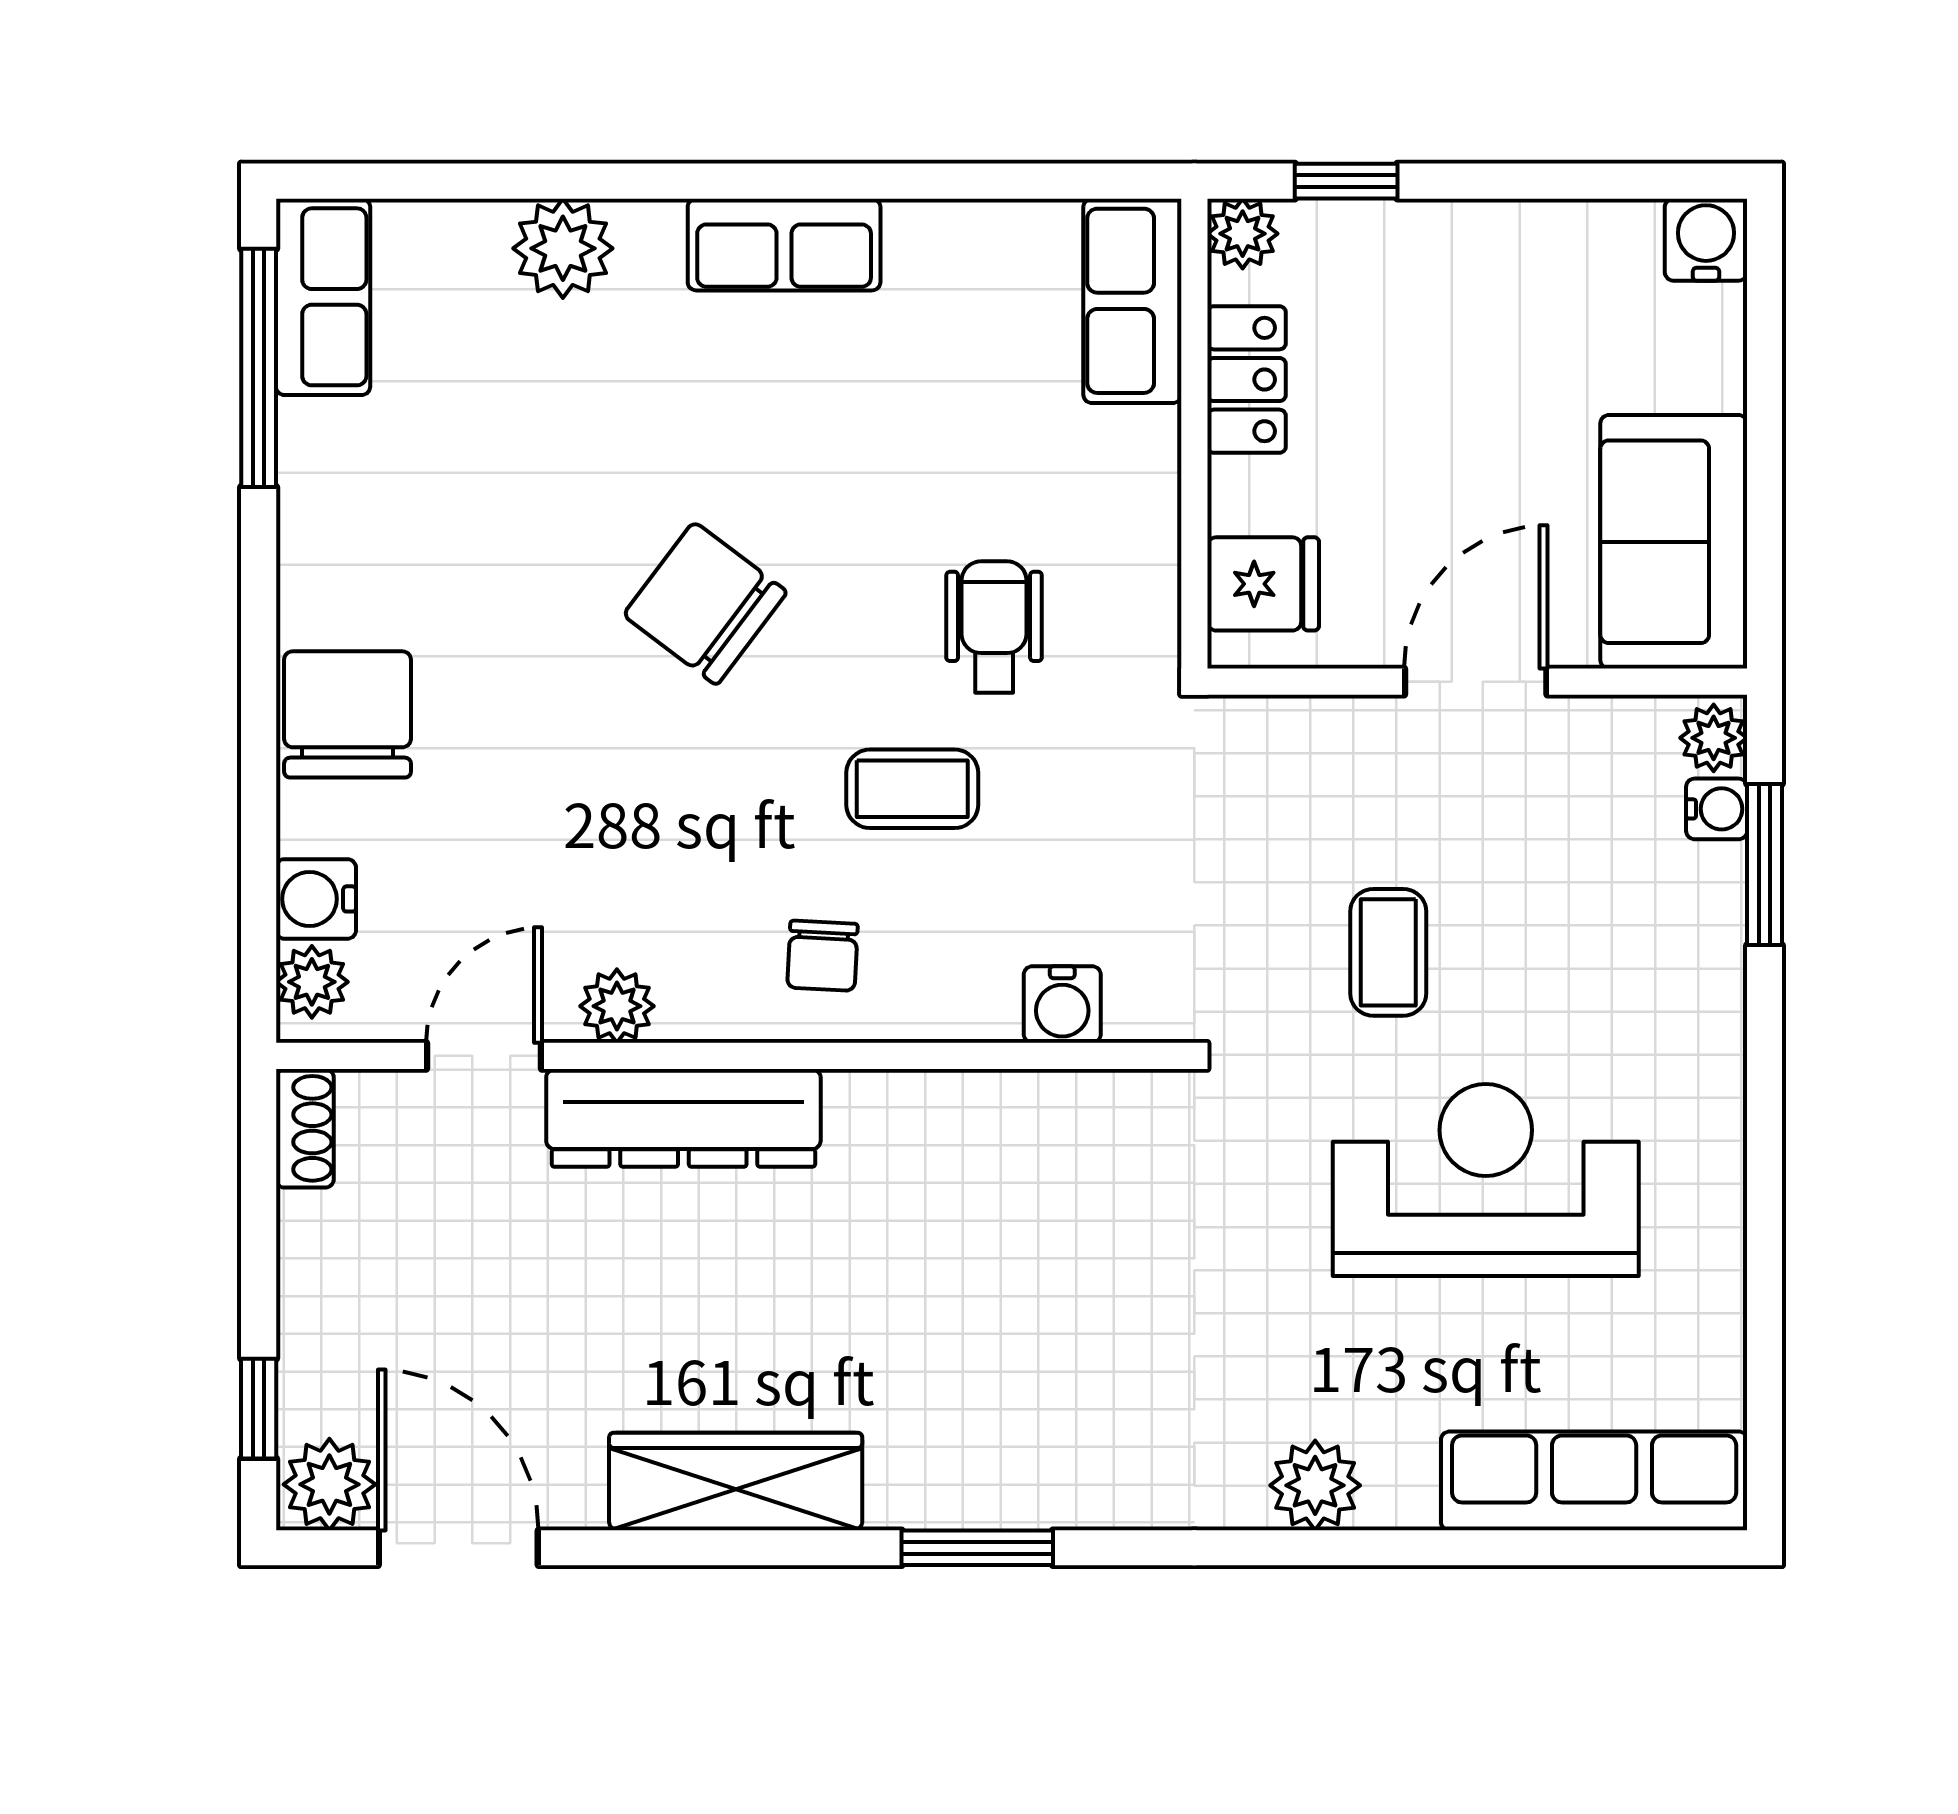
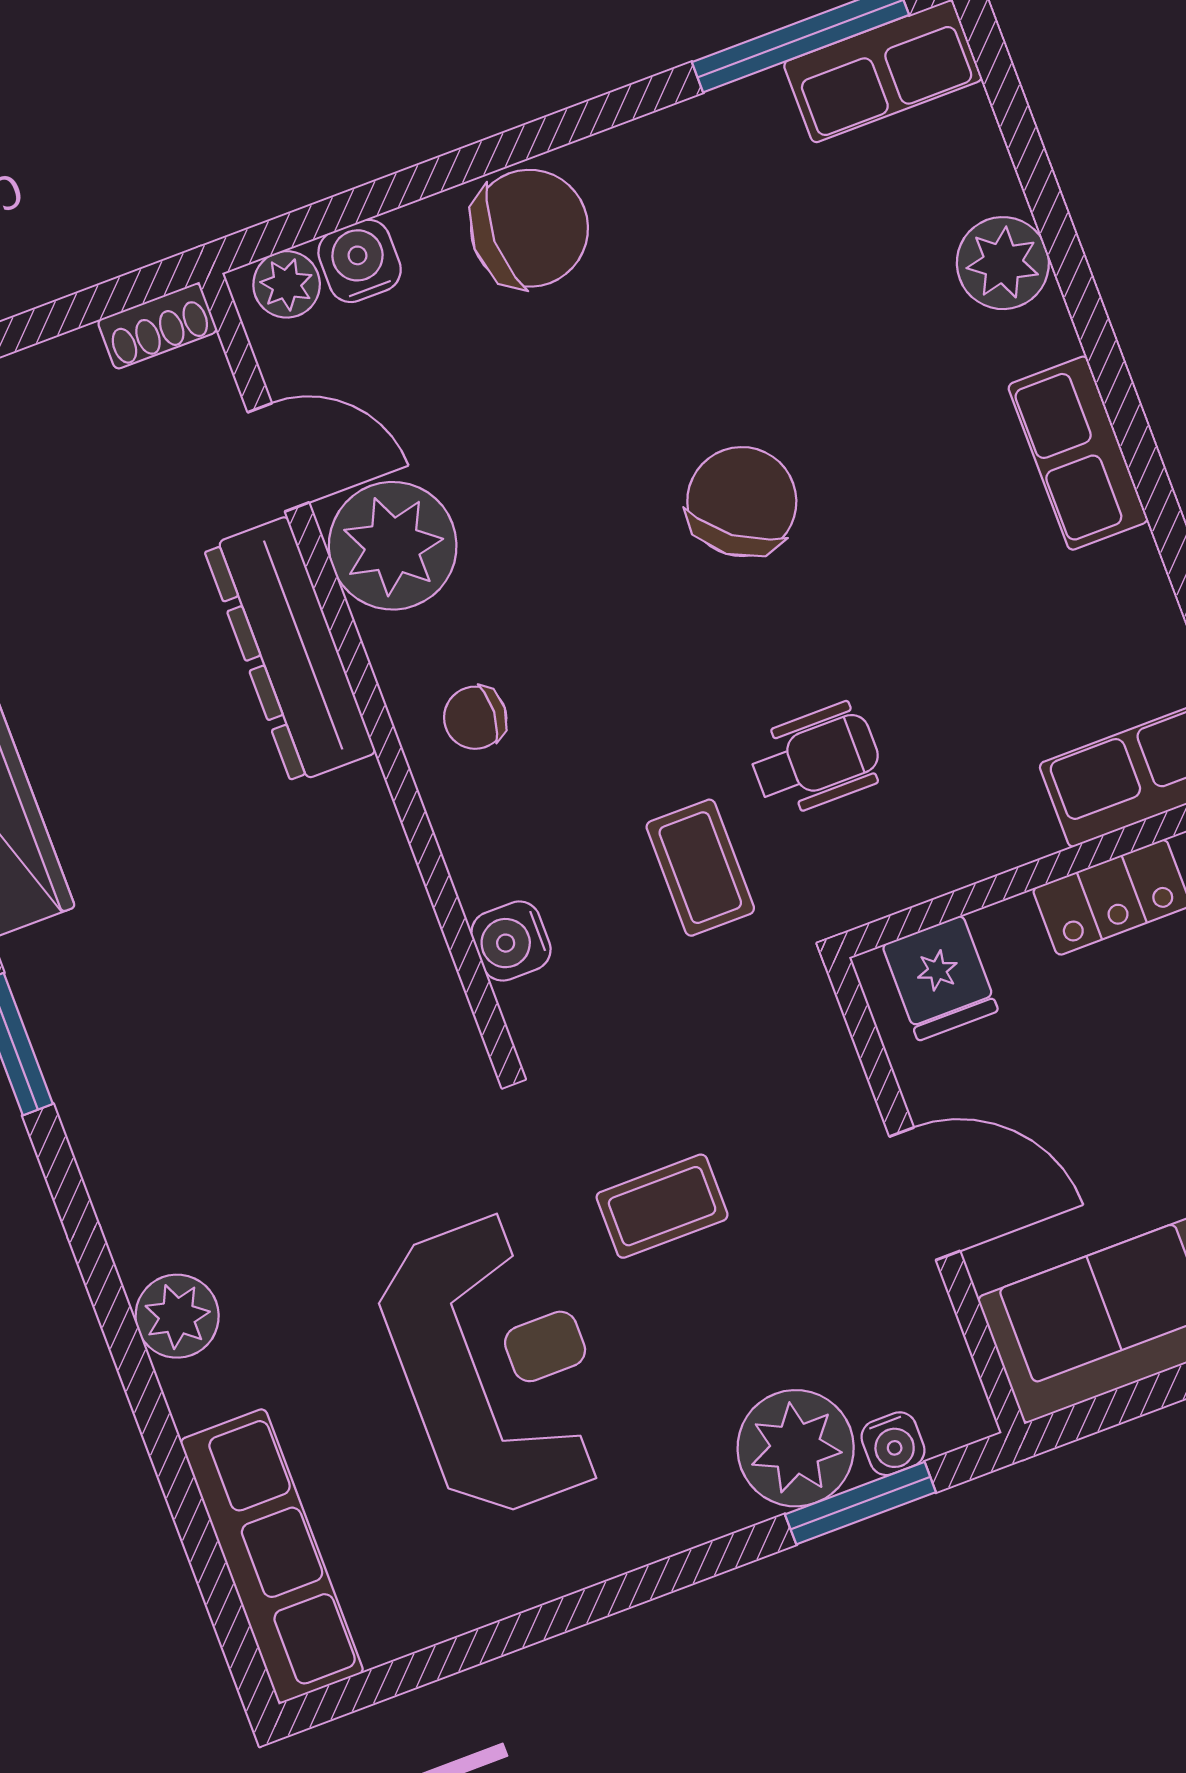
plant: (1714, 738) -> (796, 1448), moved, width x1.87, depth x1.87
coffee table: (912, 789) -> (700, 868), moved
plant: (617, 1006) -> (393, 546), width x1.87, depth x1.87

